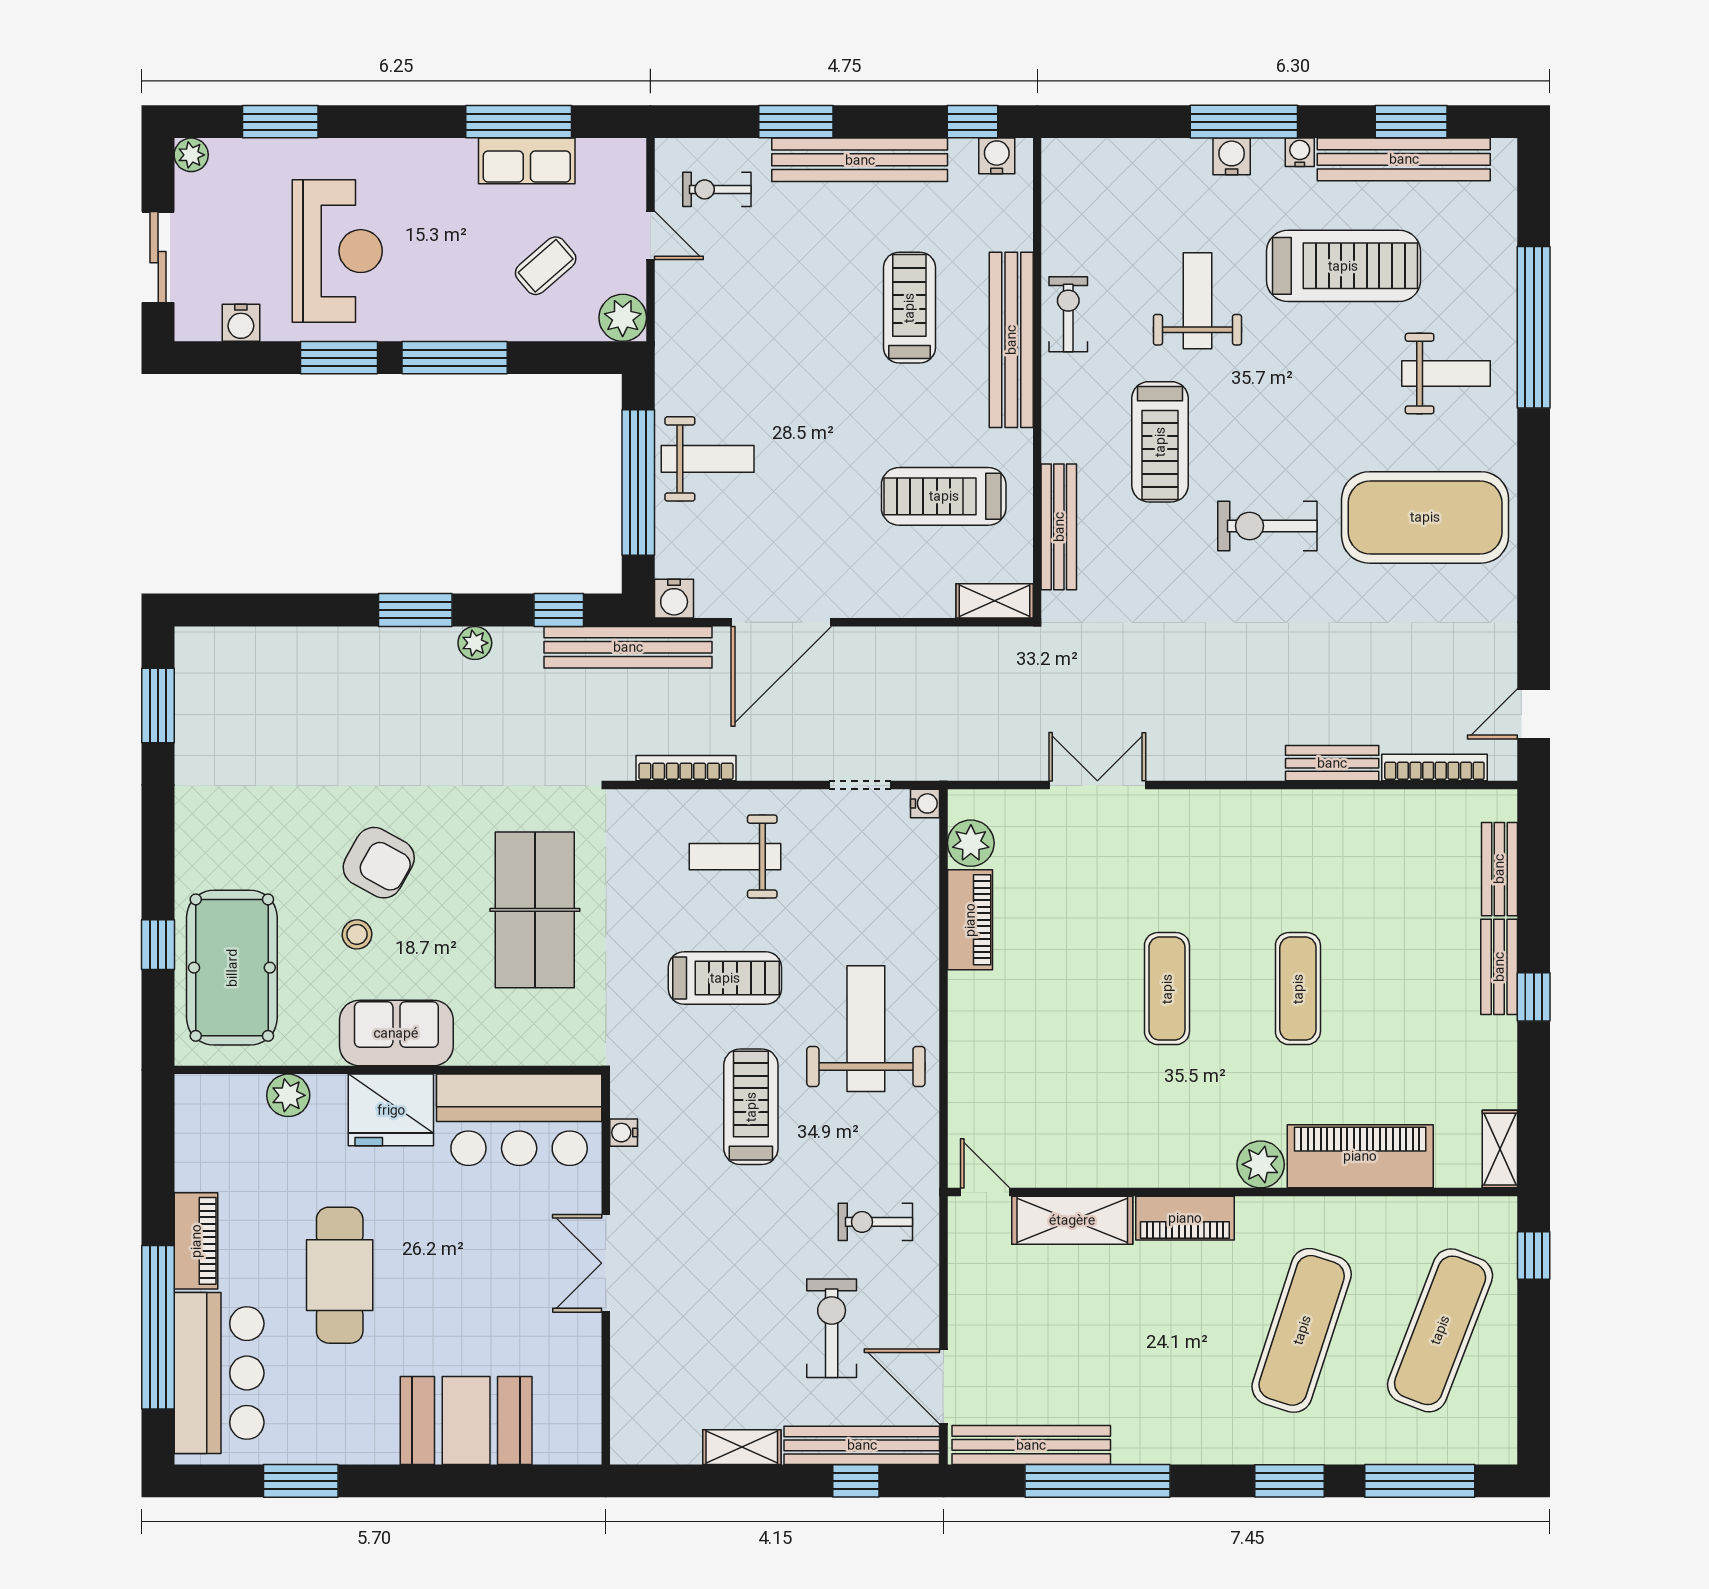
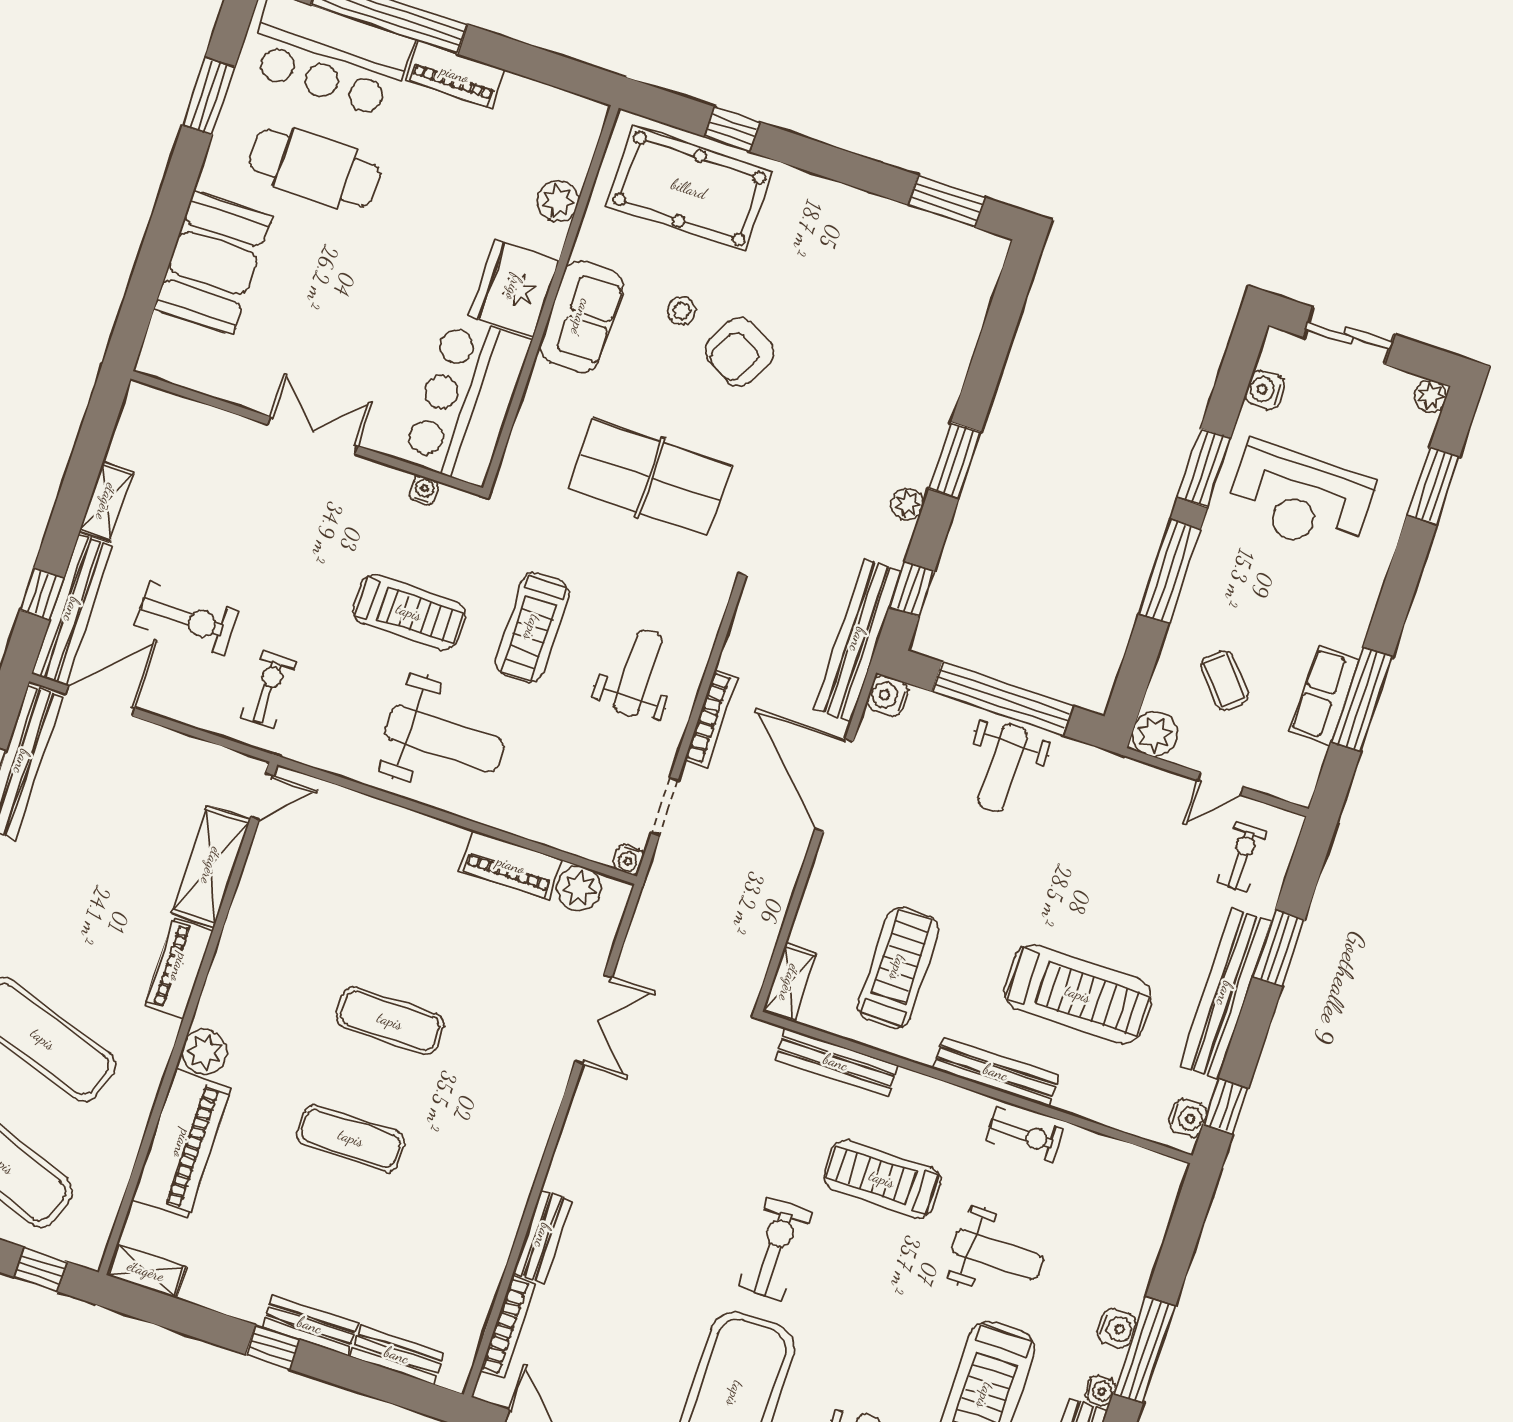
treadmill: (909, 308) -> (1078, 994), width x1.37, depth x1.38
bench: (1011, 340) -> (996, 1072), width x0.73, depth x0.82
bookcase: (686, 768) -> (711, 719), moved
cafe table: (340, 1275) -> (315, 168), moved

